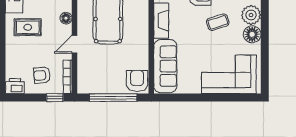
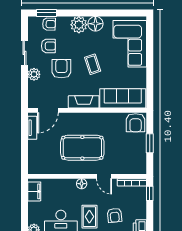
coffee table: (218, 22) -> (93, 64), moved
armchair: (42, 75) -> (115, 215), moved
armchair: (137, 81) -> (136, 123), turned -90
window: (113, 98) -> (150, 143), width x0.47

